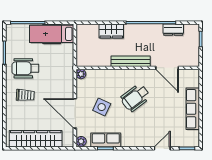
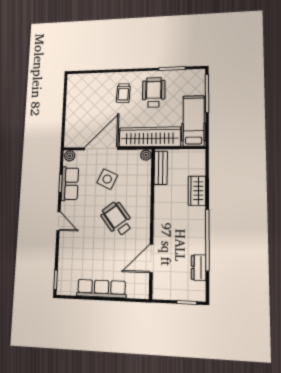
bench: (131, 61) -> (161, 168), moved, width x0.73
wardrobe: (36, 139) -> (150, 137), moved, turned -90
door: (162, 148) -> (59, 221), moved

